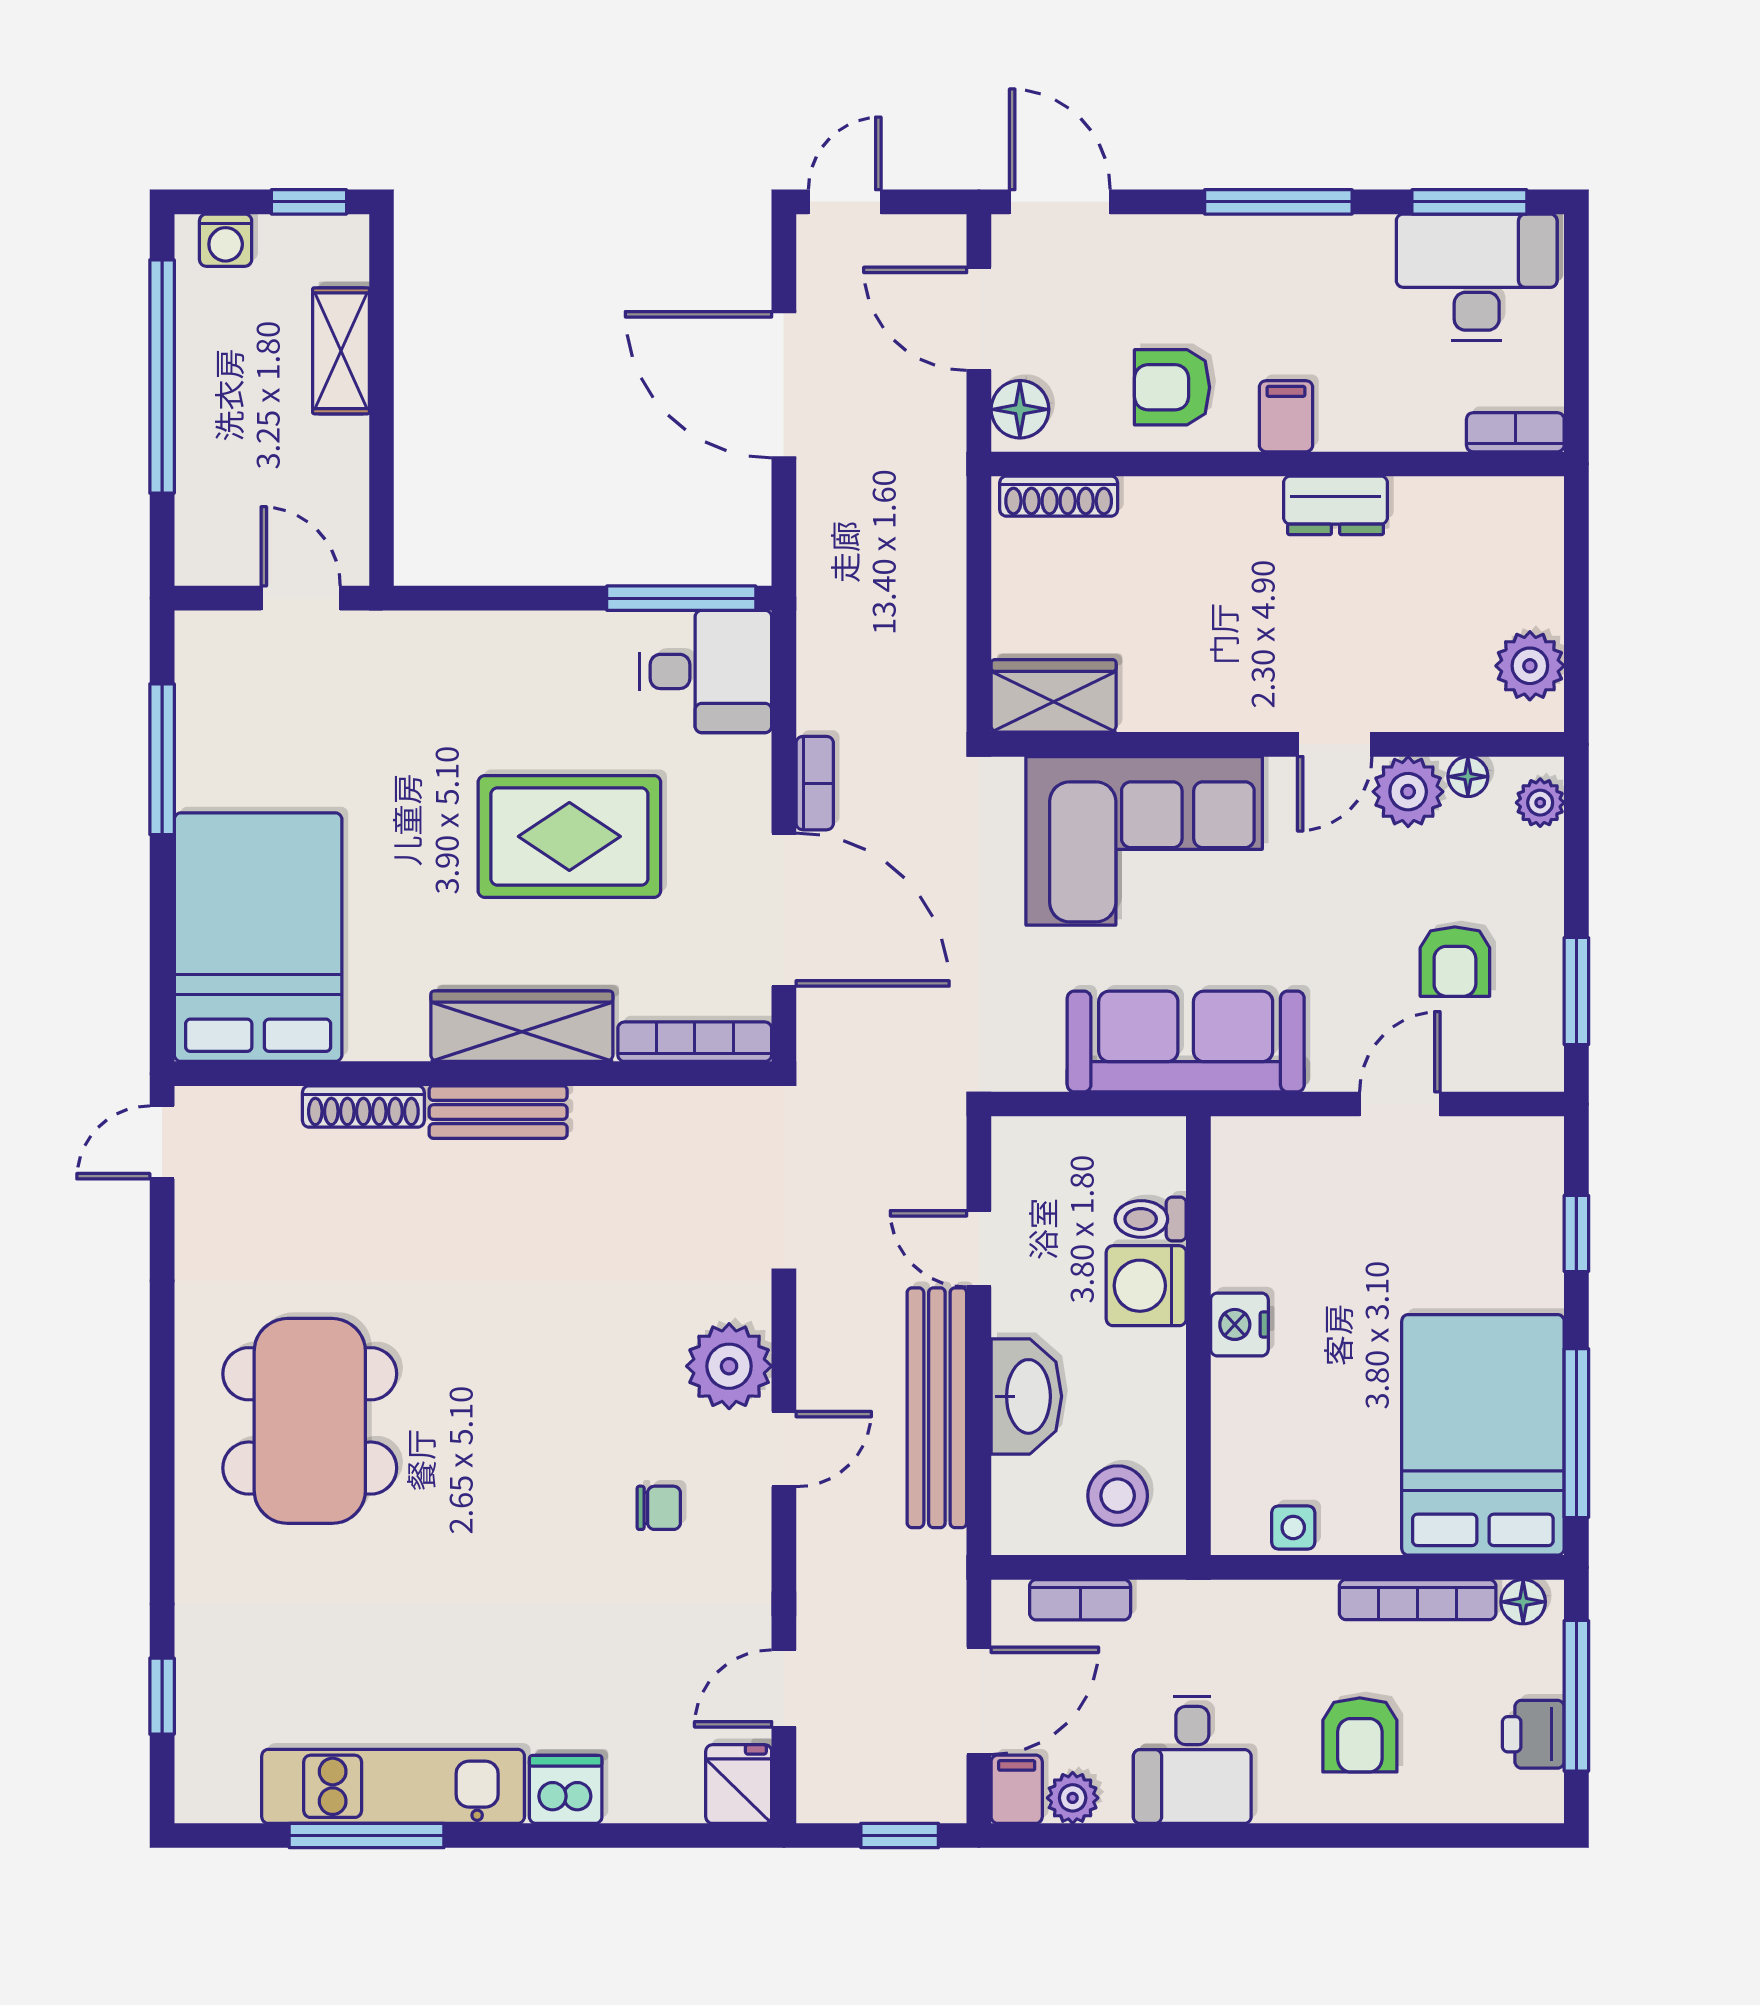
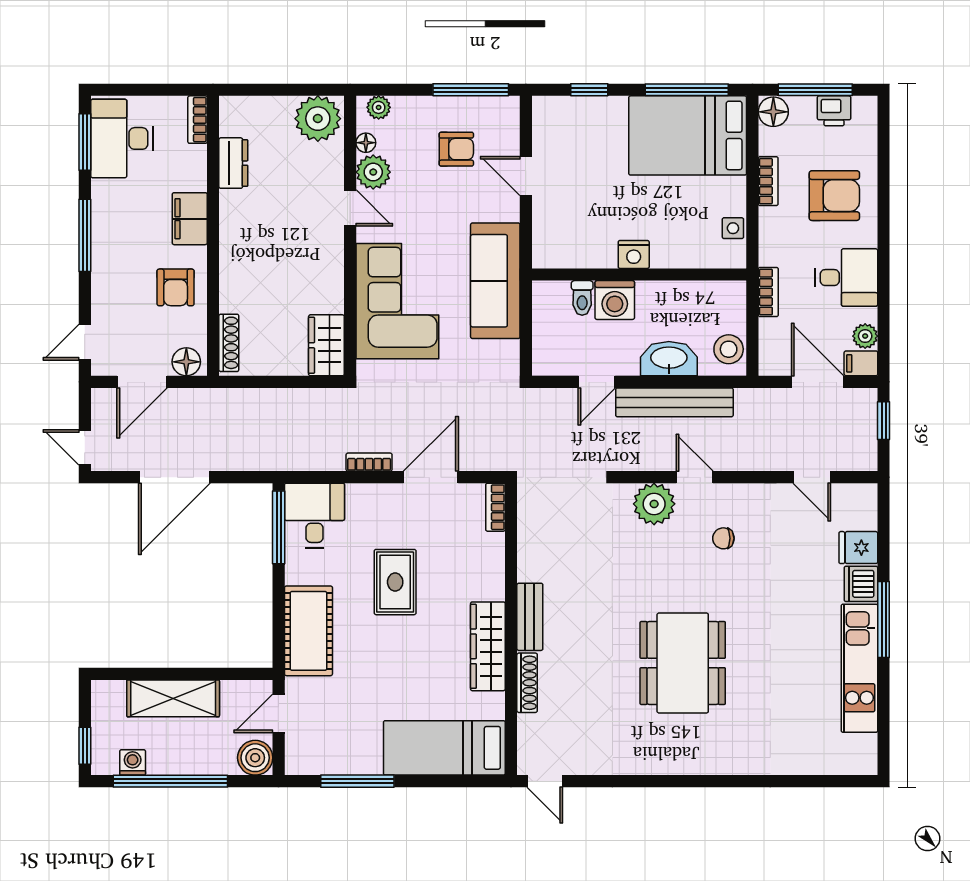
window: (309, 202) -> (85, 746), moved
door: (1060, 202) -> (85, 342), width x0.73
washing machine: (226, 240) -> (133, 762), moved, turned -90
shelving: (341, 351) -> (173, 698), width x1.50, depth x1.33
filing cabinet: (1286, 416) -> (190, 219), width x2.00
dresser: (1336, 505) -> (233, 163), moved
boiler: (210, 550) -> (255, 758), added
cot: (469, 659) -> (308, 631), added
plant: (1530, 666) -> (318, 119), width x1.36, depth x1.36
rug: (569, 836) -> (395, 582), width x0.73, depth x0.70
door: (784, 910) -> (431, 477), width x0.73
bed: (258, 937) -> (444, 748), width x0.67
window: (1576, 991) -> (471, 90), width x1.44
wardrobe: (522, 1026) -> (488, 646), moved
bookcase: (695, 1042) -> (495, 507), width x0.64
dining table: (310, 1421) -> (683, 663), moved, turned 90
stool: (1118, 1496) -> (729, 349), moved
chair: (659, 1508) -> (723, 538), turned -90
bookcase: (1080, 1600) -> (768, 292), moved
bookcase: (1418, 1600) -> (768, 181), width x0.64
floor lamp: (1523, 1602) -> (773, 112), width x1.37, depth x1.37
window: (162, 1696) -> (815, 781), removed
armchair: (1360, 1735) -> (834, 196), width x1.38, depth x1.38
fridge: (739, 1784) -> (858, 548), moved
window: (367, 1836) -> (884, 619), moved

